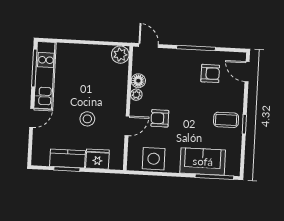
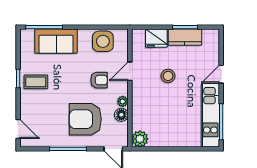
armchair: (210, 73) -> (85, 119), moved, width x1.88, depth x1.88

